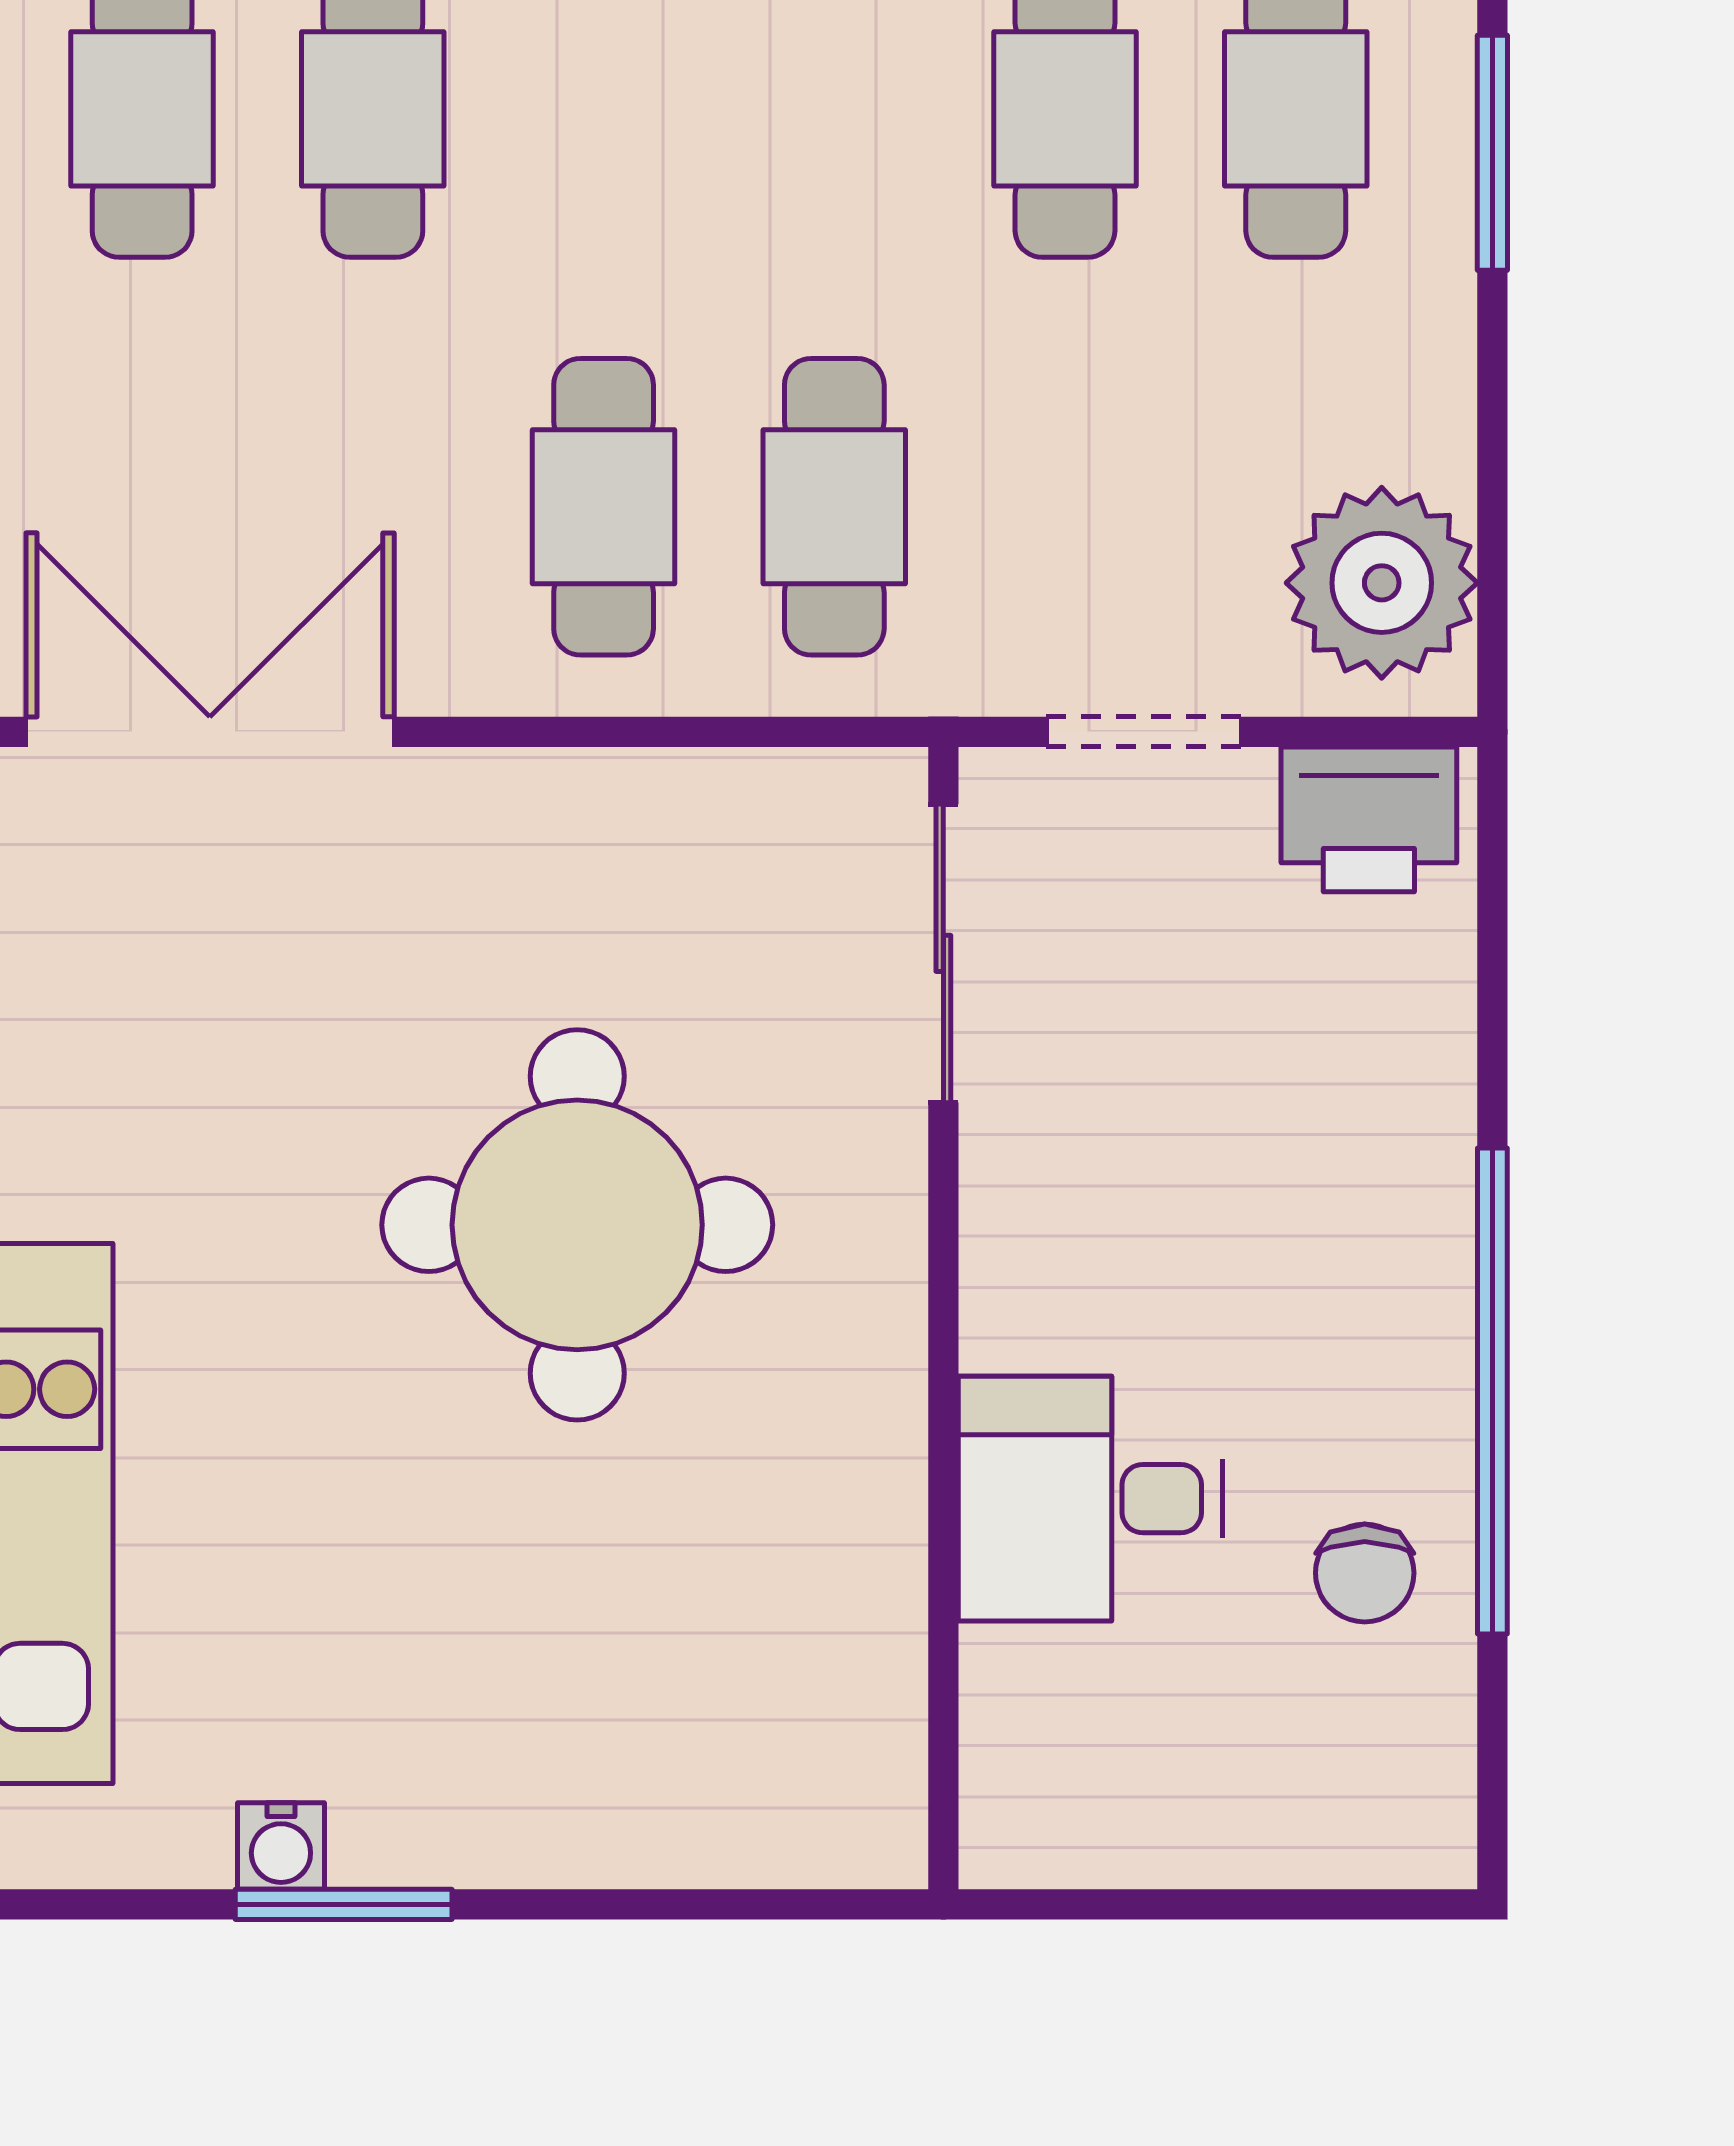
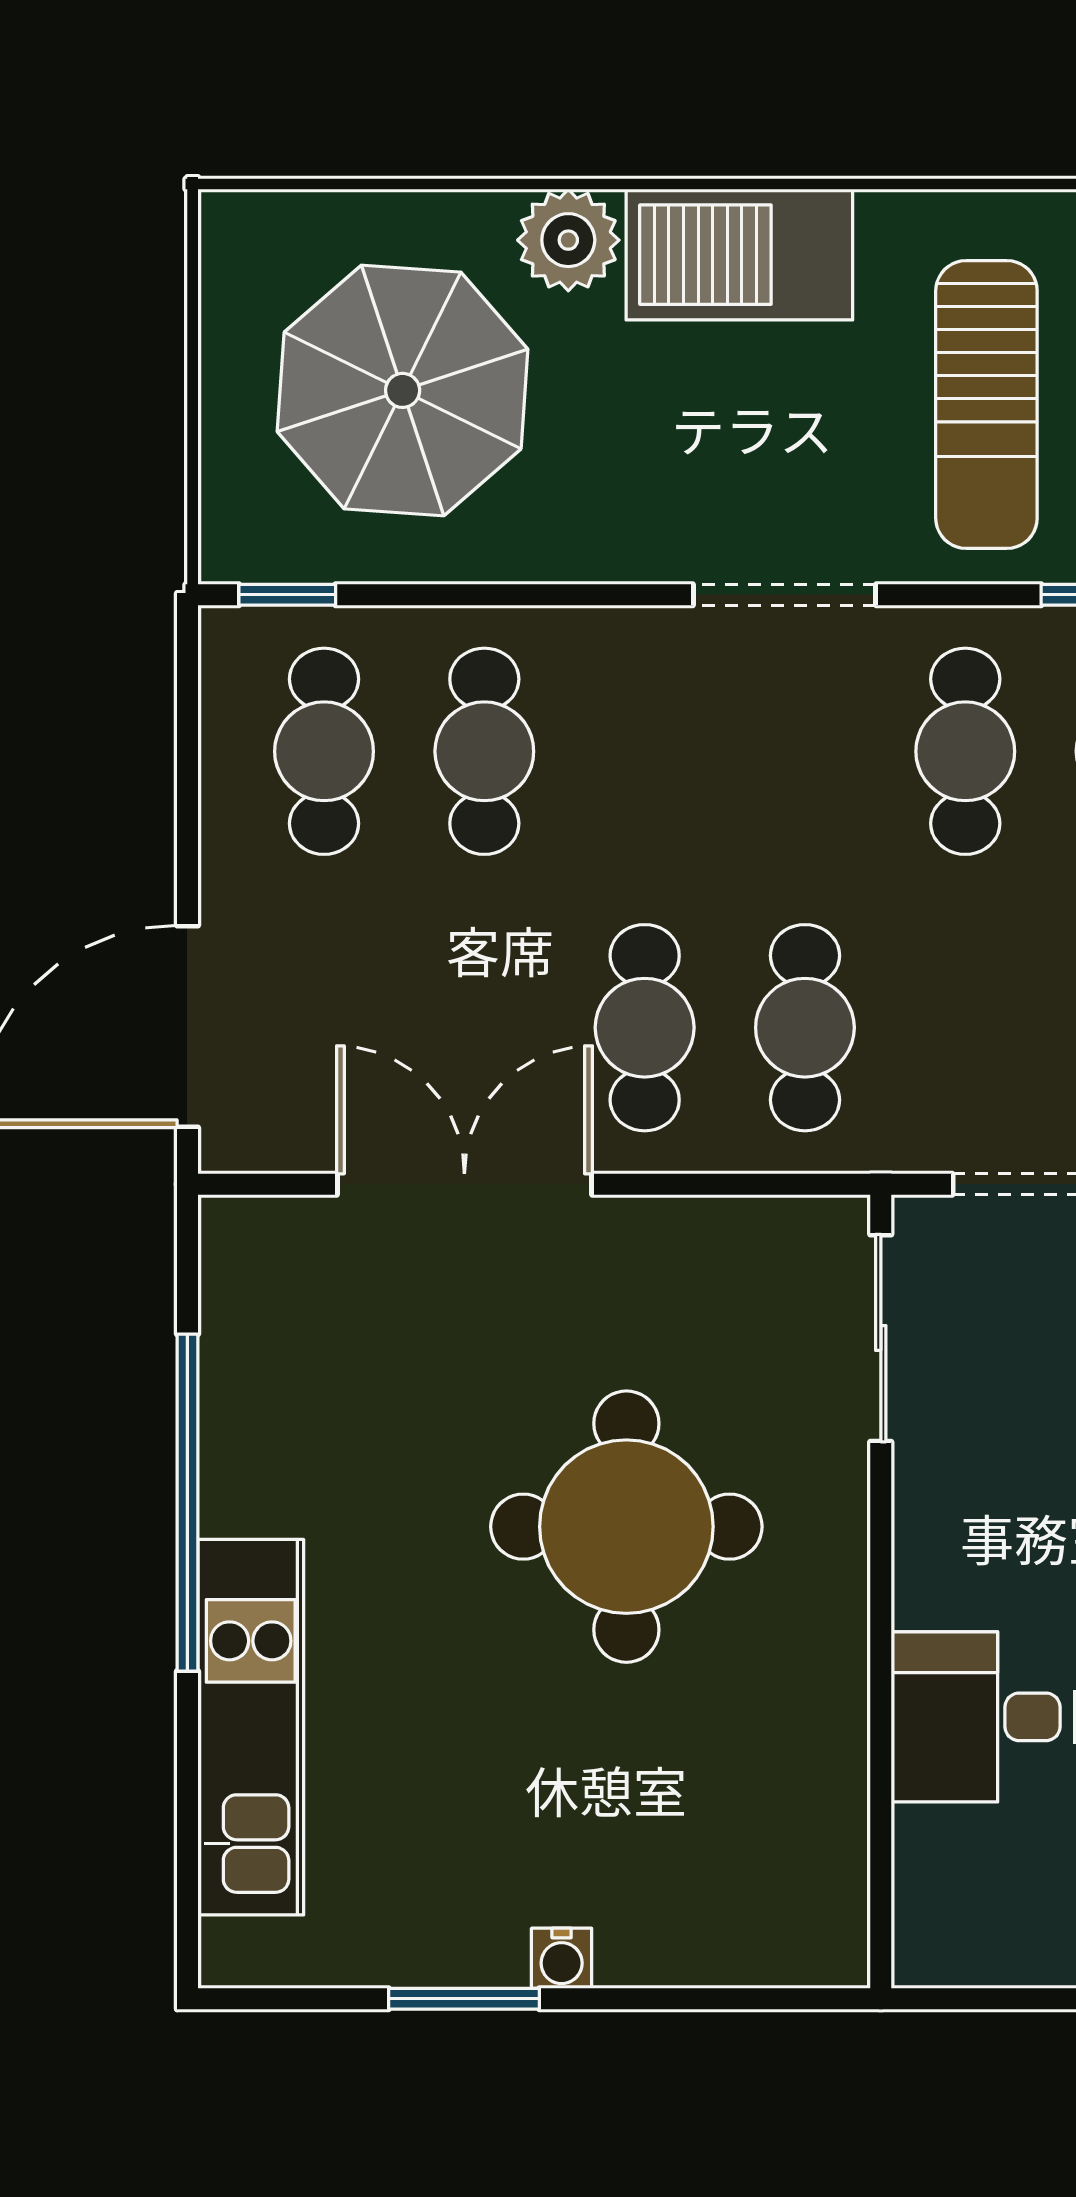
double door: (210, 732) -> (464, 1184), moved
water cooler: (281, 1846) -> (562, 1958), moved

